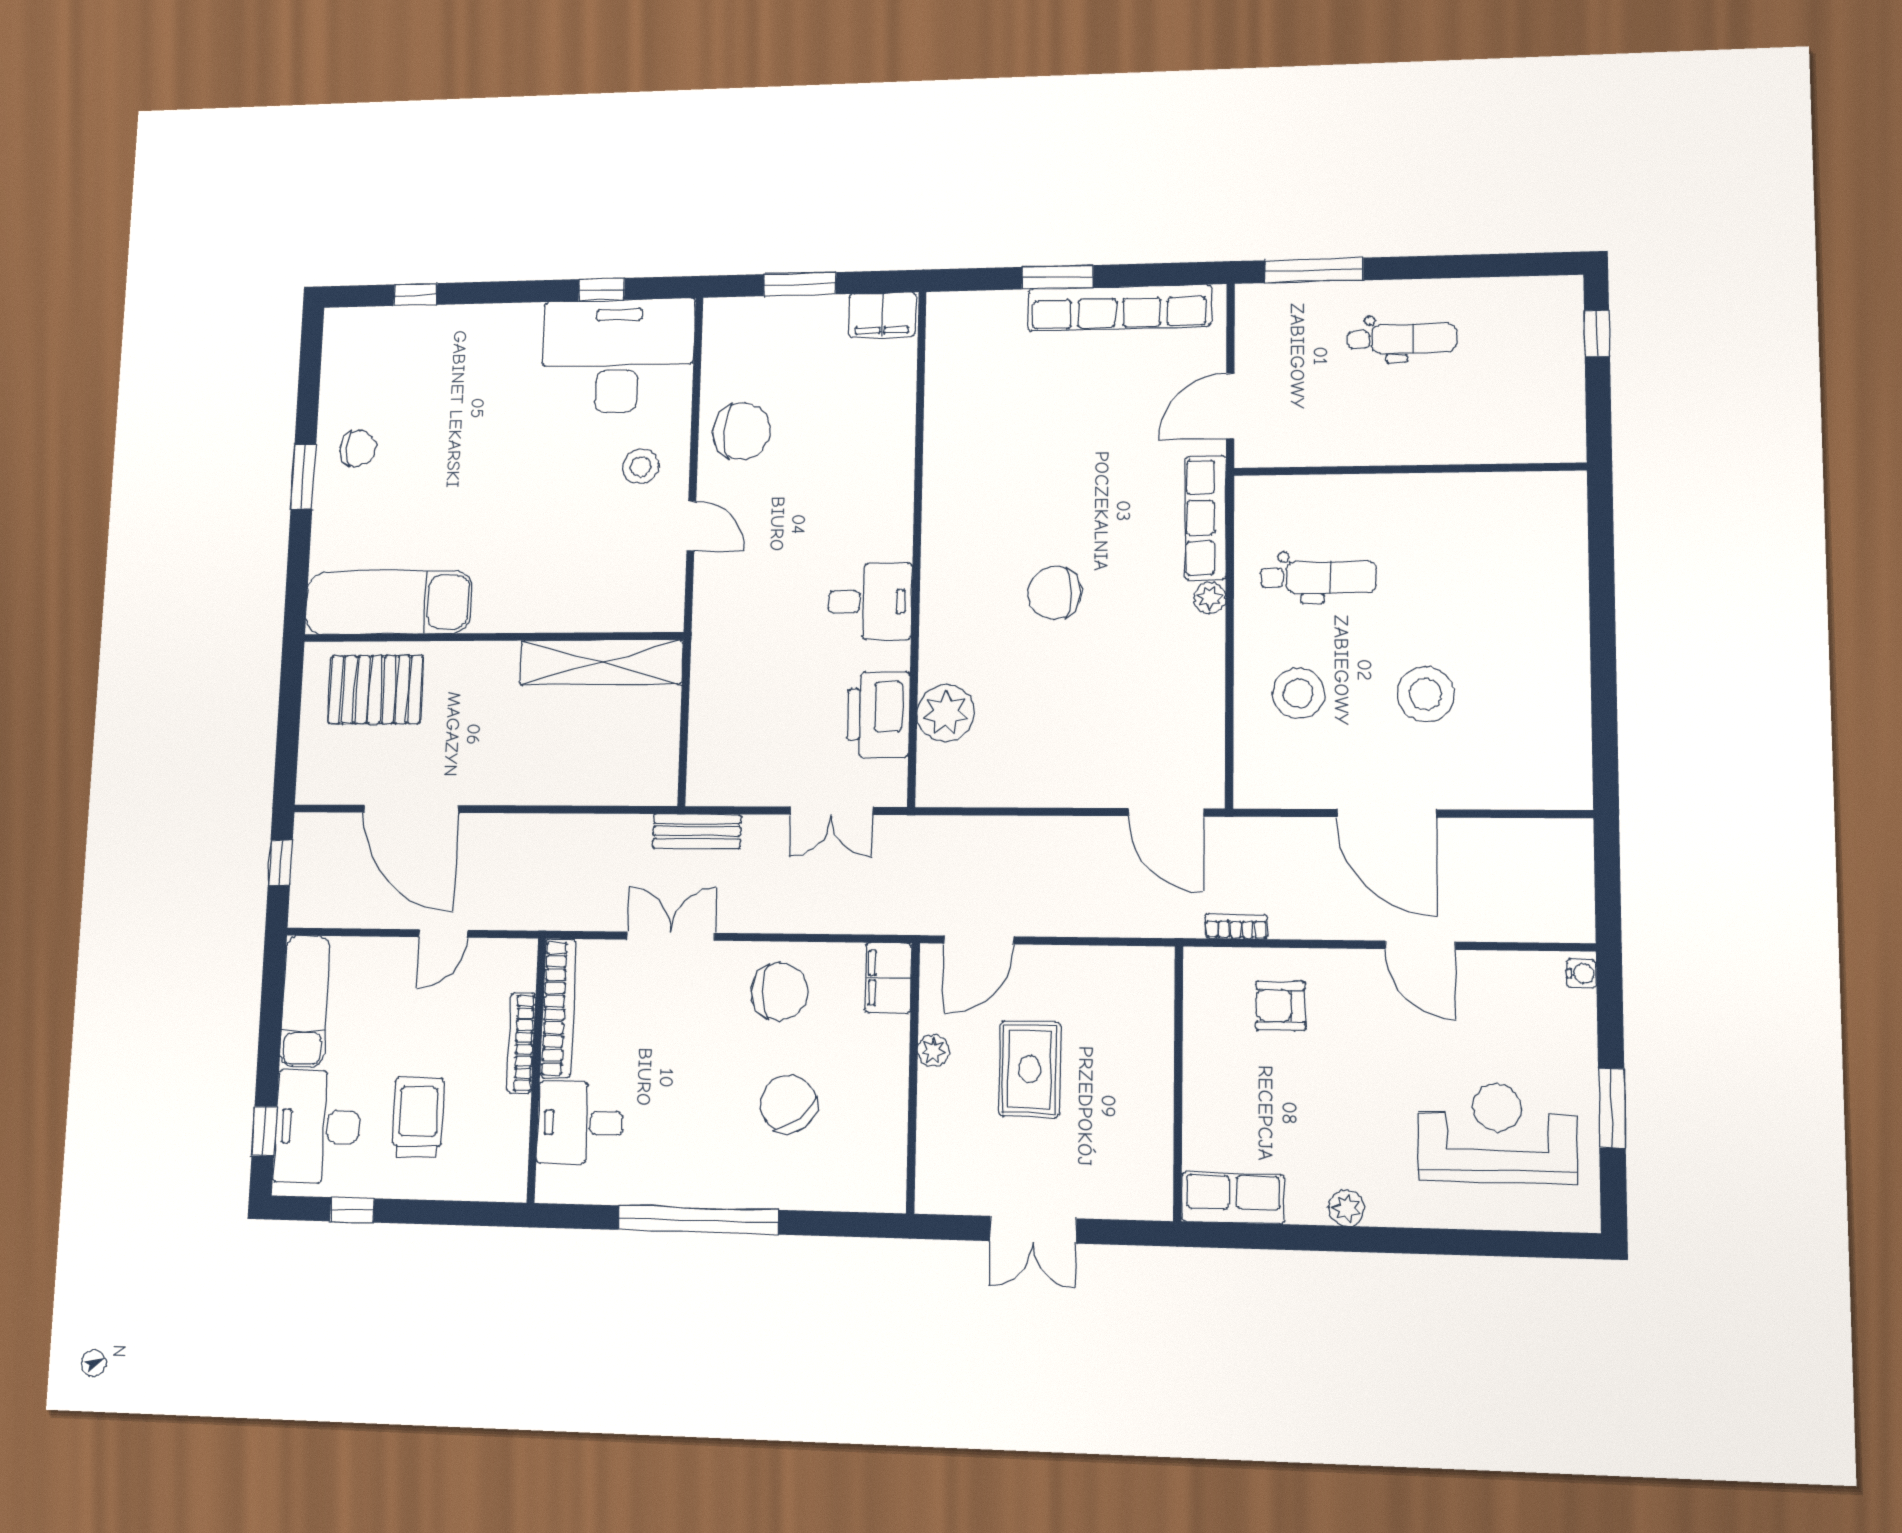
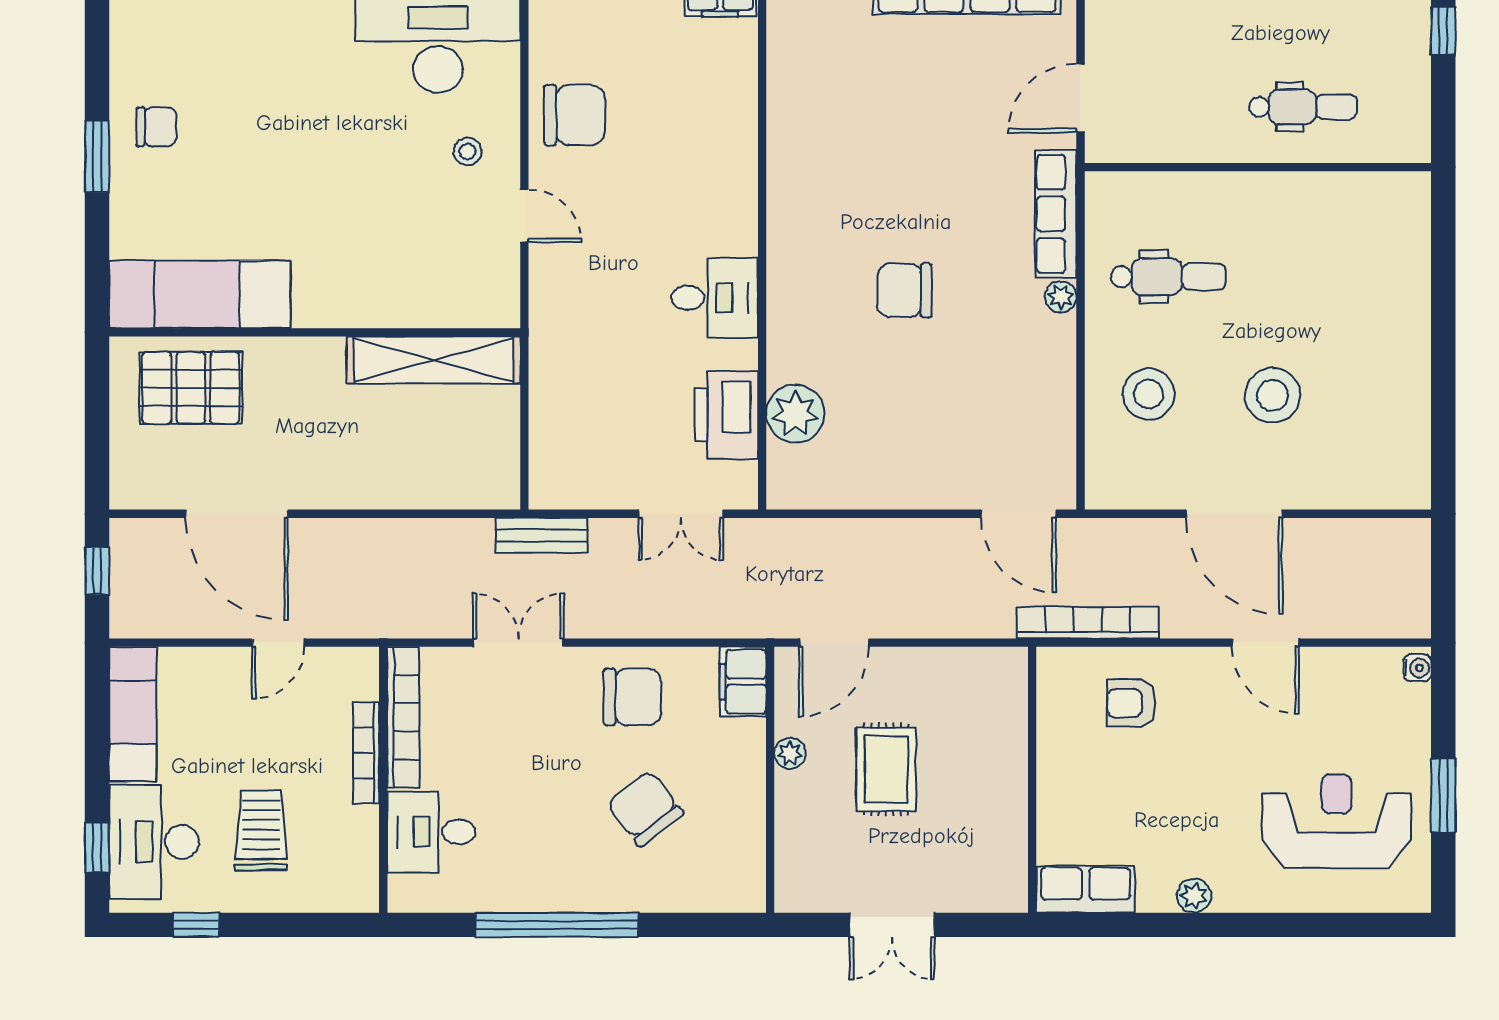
dental chair: (1402, 339) -> (1303, 107), moved
stool: (641, 466) -> (468, 151), width x0.73, depth x0.73
bookcase: (1236, 926) -> (1088, 623), width x2.31, depth x1.31

